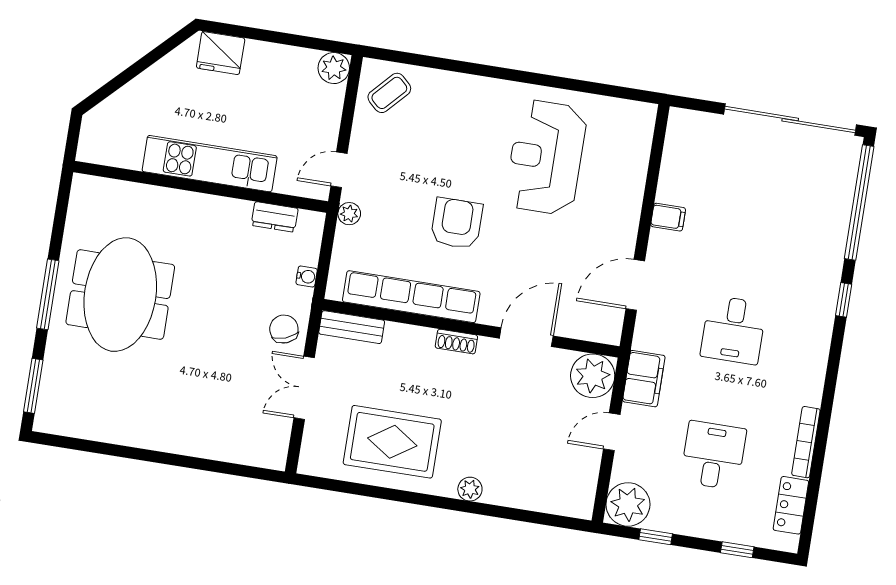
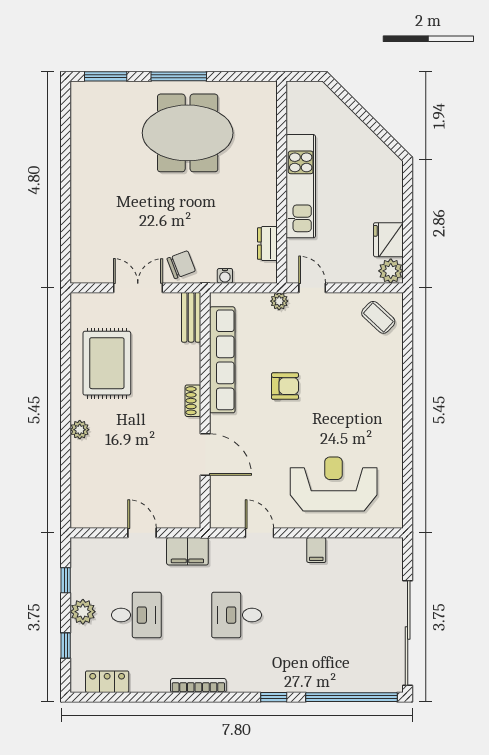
fridge: (221, 53) -> (388, 240), moved
reception desk: (546, 157) -> (334, 484), moved
armchair: (457, 223) -> (285, 386), width x0.72, depth x0.72
door: (635, 285) -> (259, 533), width x0.73
plant: (593, 376) -> (183, 511), removed
bookcase: (806, 442) -> (198, 686), moved
plant: (628, 504) -> (83, 612), moved, width x0.73, depth x0.73

